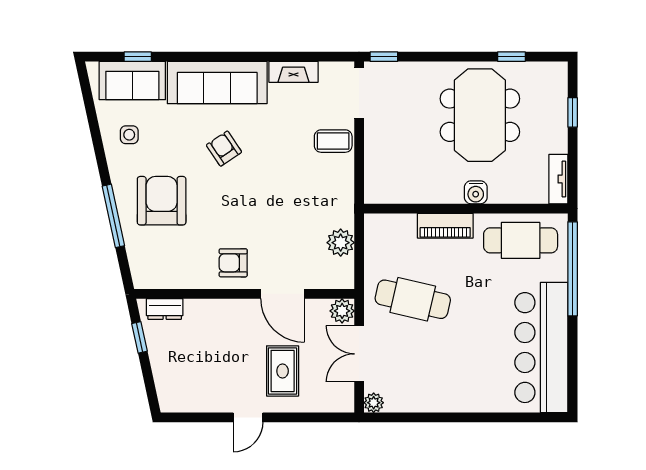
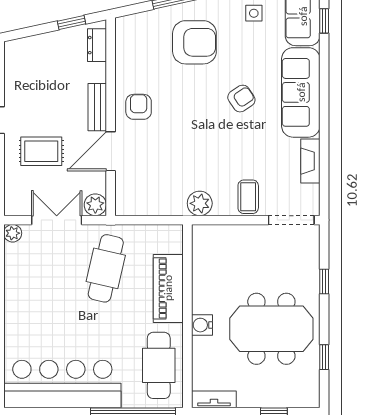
window: (384, 57) -> (324, 282), moved
piano: (445, 226) -> (168, 288), width x1.37, depth x1.33
plant: (341, 243) -> (200, 203), moved
bench: (234, 309) -> (97, 107), added

